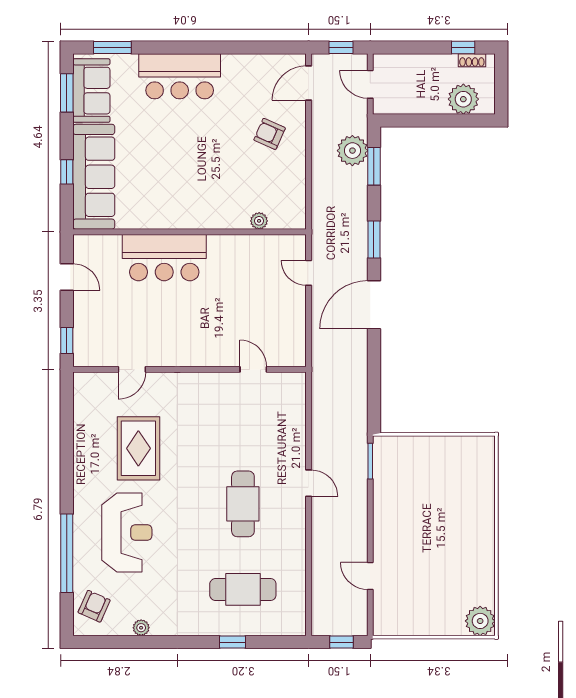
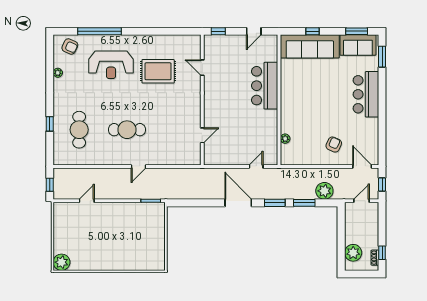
window: (374, 166) -> (304, 203), moved

